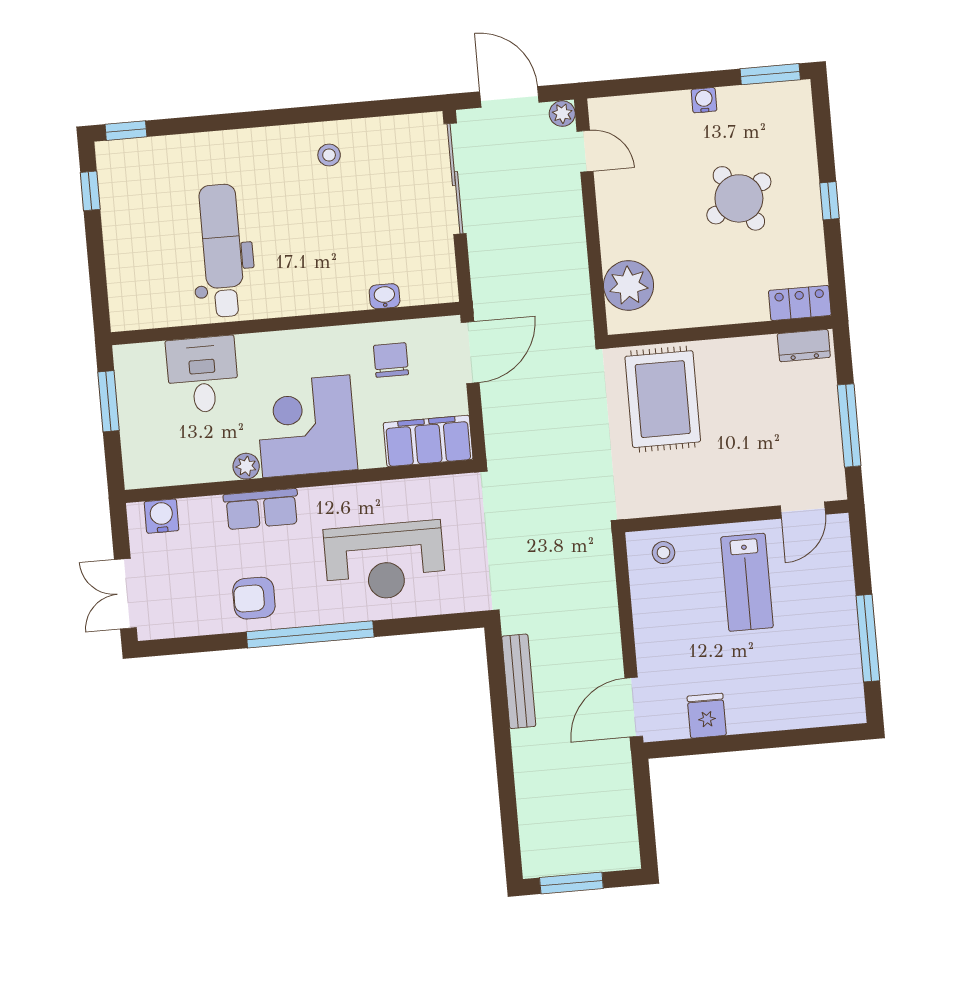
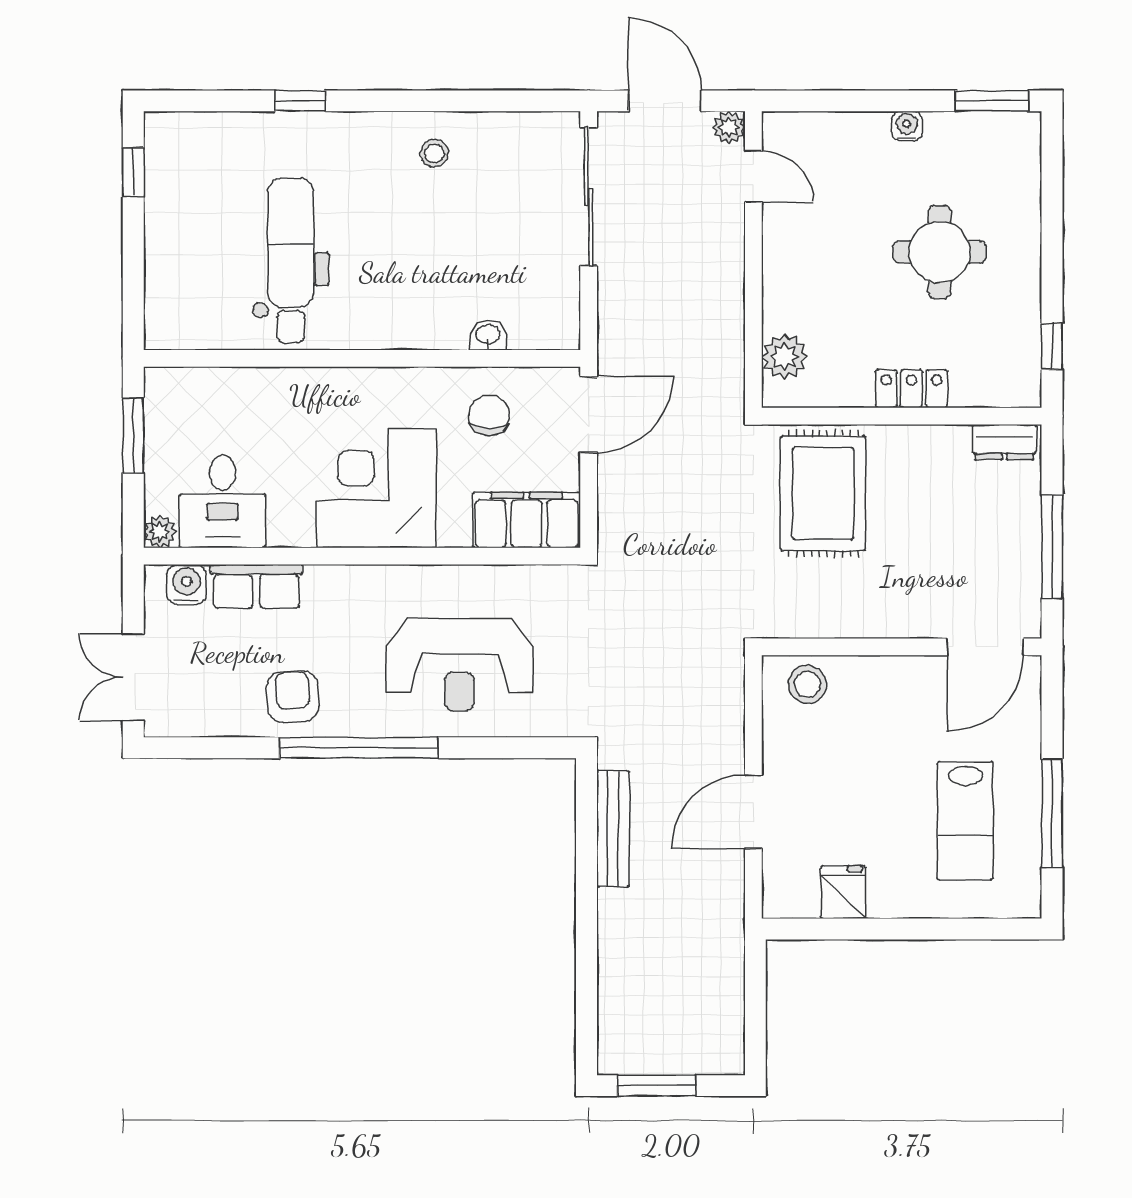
window: (126, 131) -> (300, 101), moved
round table: (739, 198) -> (940, 252), turned 31
window: (829, 201) -> (1052, 346), moved
plant: (629, 285) -> (784, 357), width x0.73, depth x0.73
locker: (800, 303) -> (911, 389), moved
desk: (203, 375) -> (222, 501), moved, turned 180
plant: (246, 466) -> (160, 532), moved
row of seats: (261, 509) -> (256, 587), moved
door: (803, 510) -> (985, 647), width x1.37
stool: (664, 553) -> (807, 684), width x1.37, depth x1.37
lab bench: (747, 582) -> (965, 821), moved
armchair: (254, 598) -> (293, 696), turned 86
door: (634, 707) -> (753, 812), moved

